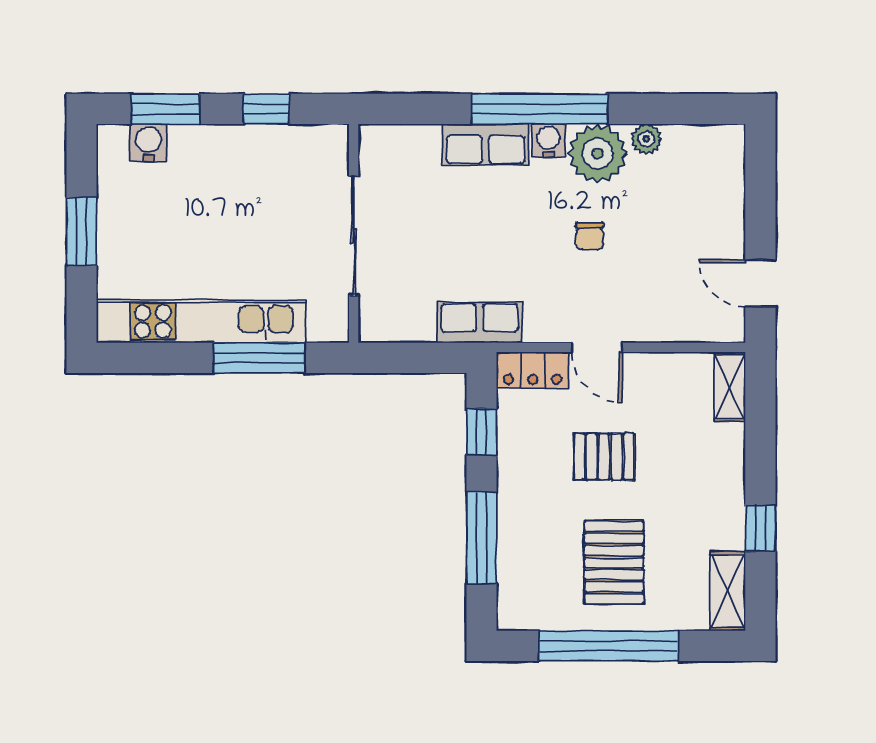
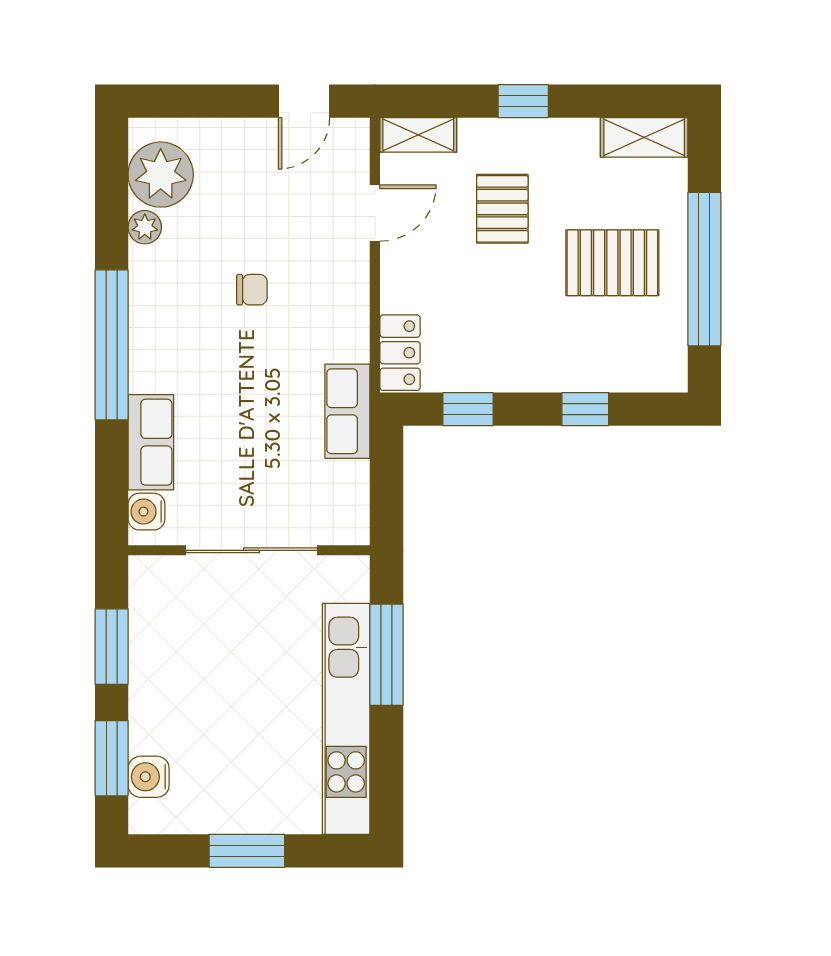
window: (266, 109) -> (112, 647), width x1.50
water cooler: (548, 141) -> (146, 512), moved
row of seats: (486, 145) -> (151, 442), moved
plant: (598, 153) -> (161, 175), moved
door: (597, 347) -> (375, 213), moved
pallet: (604, 457) -> (502, 209), moved
window: (760, 528) -> (523, 101), moved
window: (482, 538) -> (585, 409), width x0.46

